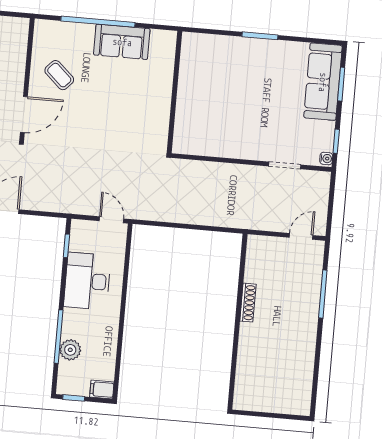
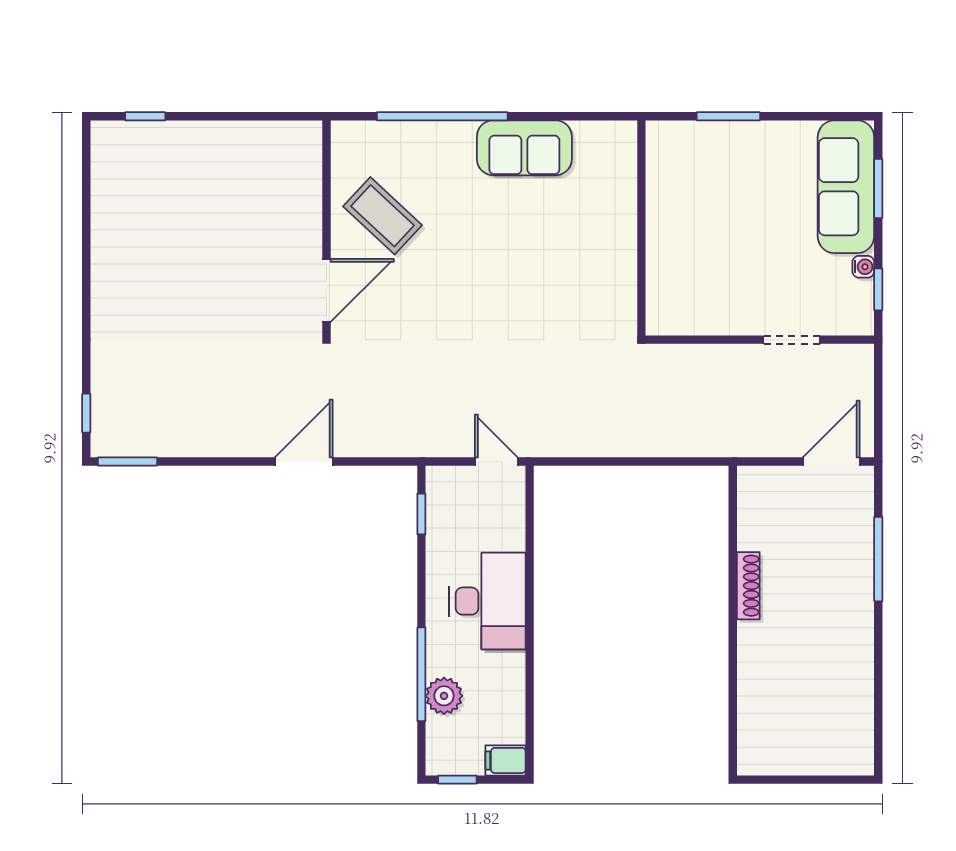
sofa: (122, 42) -> (524, 148), moved
coffee table: (59, 75) -> (383, 216), width x1.36, depth x1.30
wall: (174, 92) -> (641, 228), moved
water cooler: (326, 158) -> (863, 267), moved
door: (301, 236) -> (831, 461), width x1.38
desk: (87, 281) -> (488, 601), moved, turned 180

